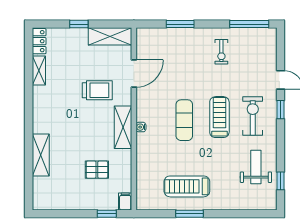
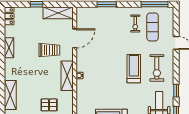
shelving: (39, 71) -> (9, 48), moved
window: (281, 110) -> (176, 91), moved
exercise bike: (253, 116) -> (157, 68), turned 180
exercise mat: (184, 120) -> (153, 27), moved

